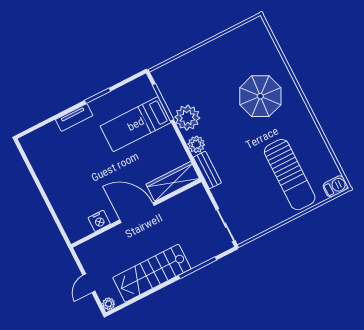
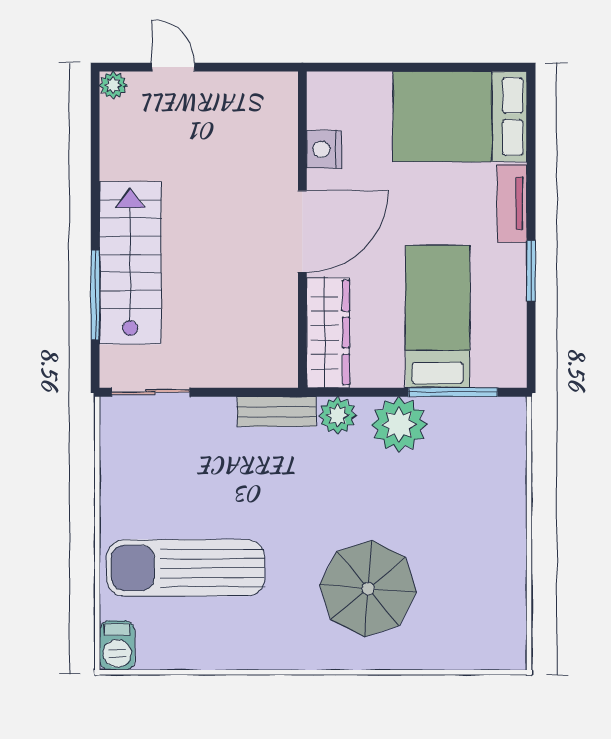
bed: (50, 157) -> (460, 116), added
wardrobe: (173, 181) -> (328, 333), moved
wall: (136, 213) -> (302, 230), moved
door: (137, 213) -> (302, 231), moved
nightstand: (99, 221) -> (324, 149), moved
stairs: (152, 273) -> (130, 263), moved

